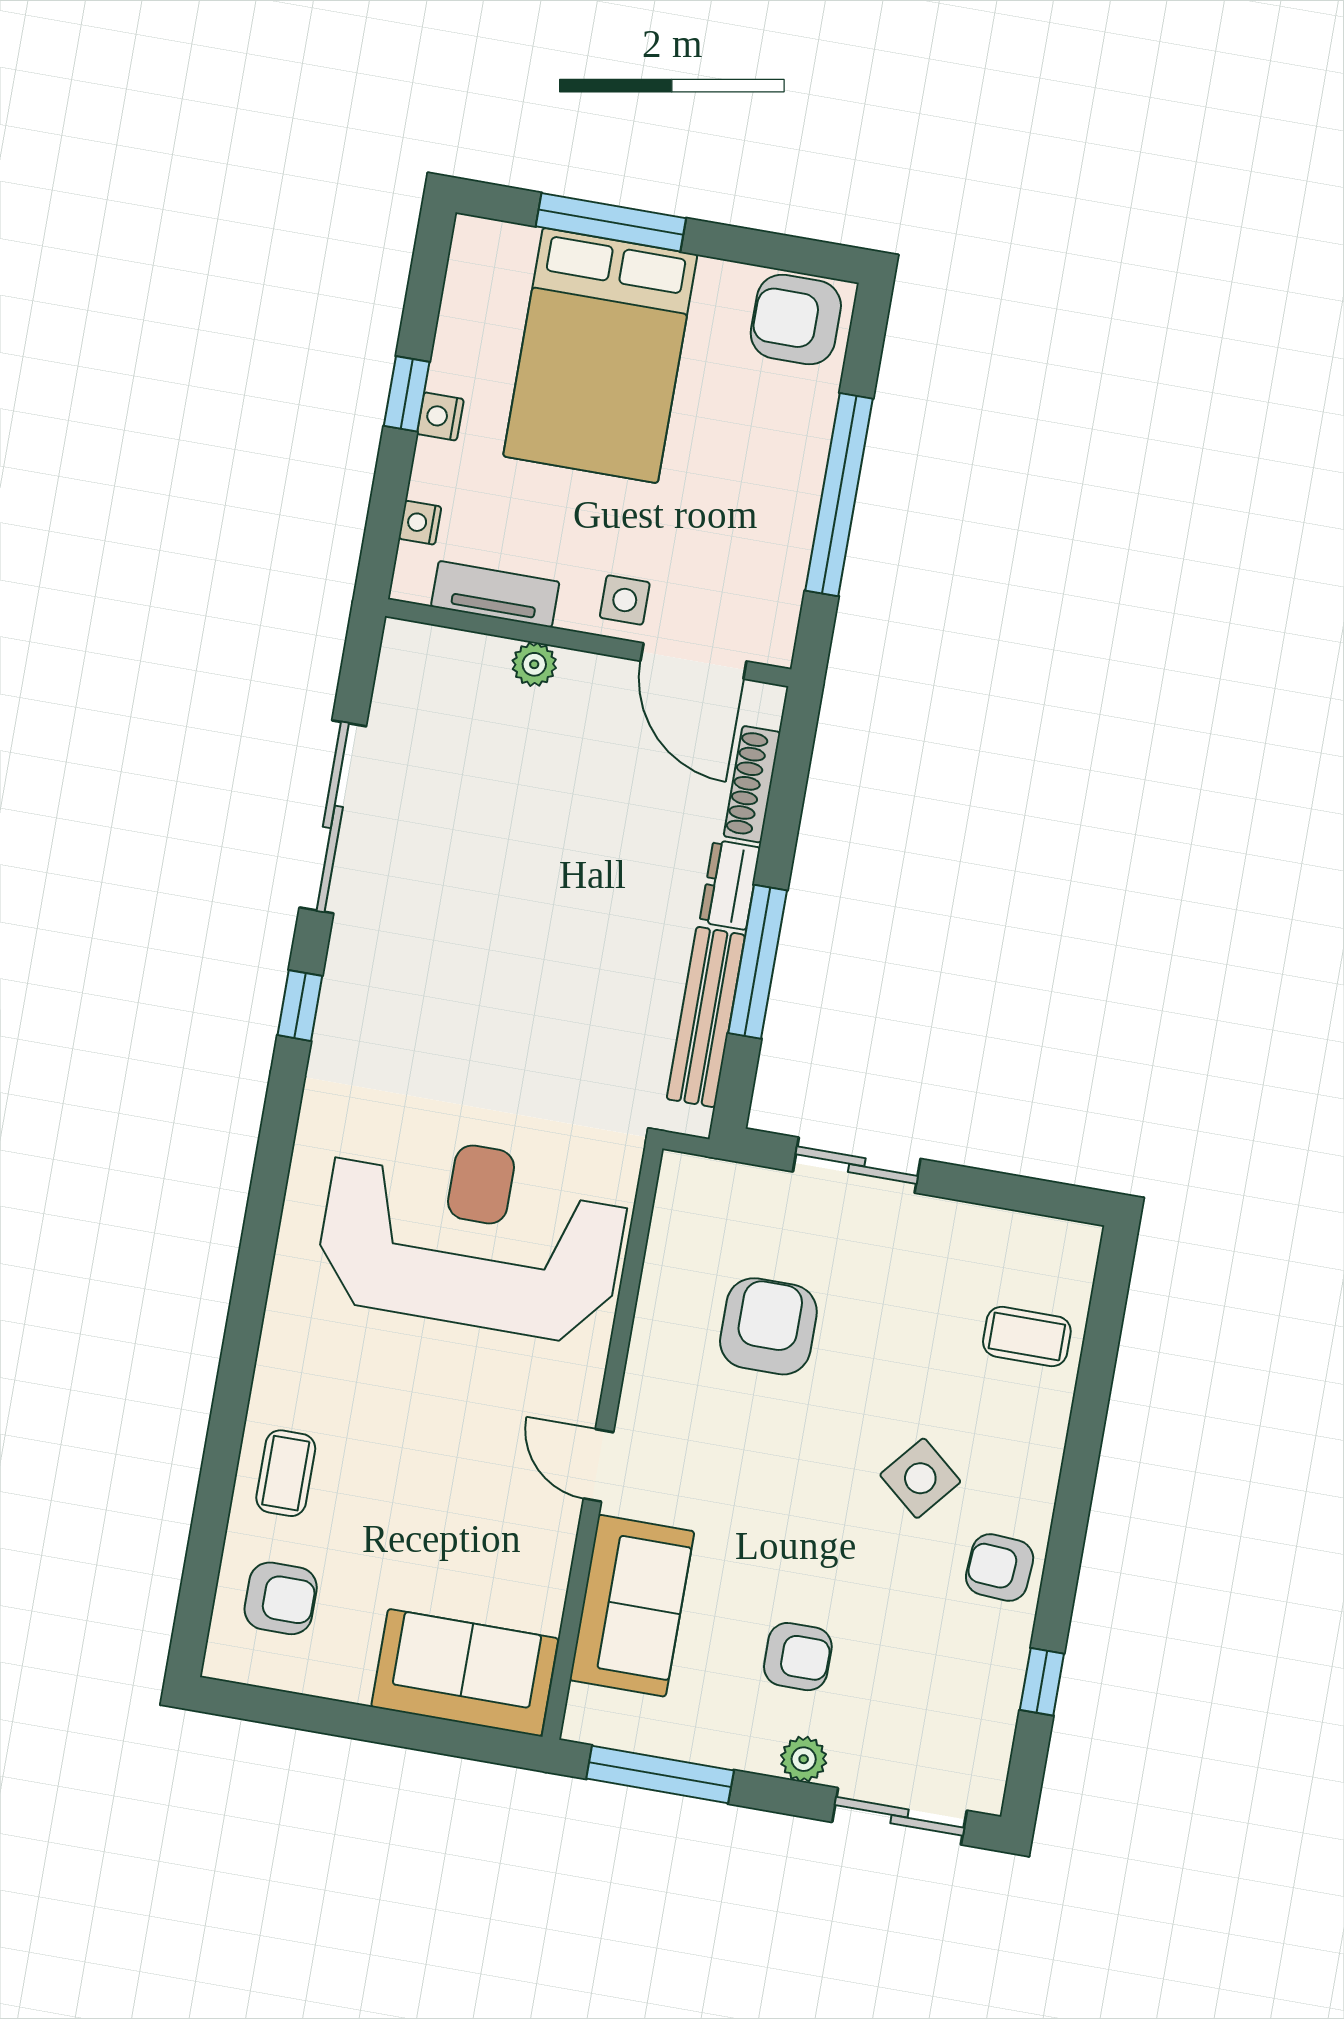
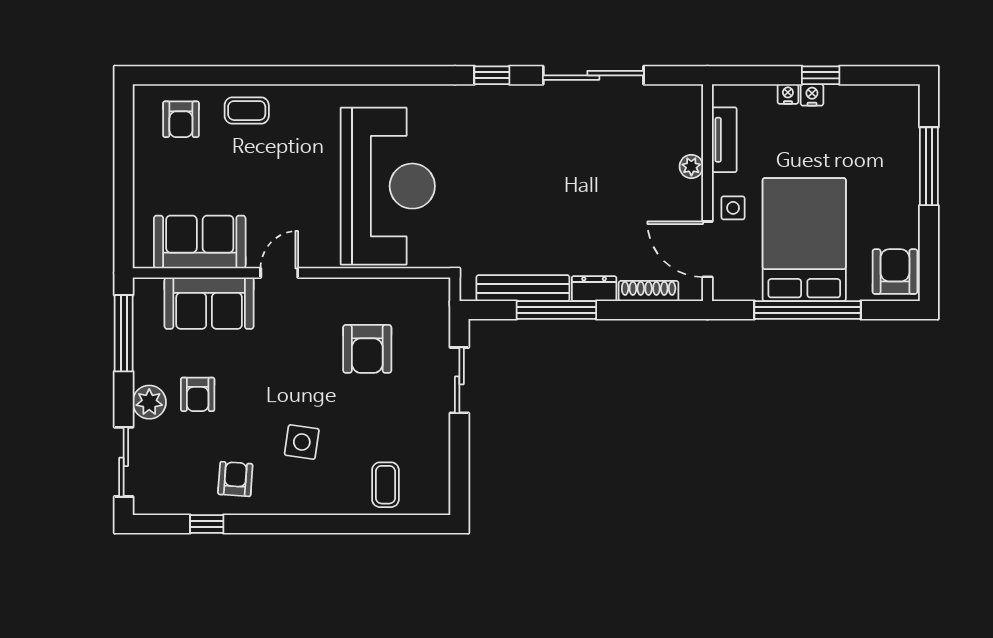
bed: (600, 355) -> (804, 240), moved, turned 90
nightstand: (420, 523) -> (788, 94), moved
door: (693, 661) -> (707, 249), hinge flipped
armchair: (768, 1326) -> (367, 349), turned 90
side table: (920, 1478) -> (302, 442), turned -32
armchair: (1000, 1567) -> (235, 479), moved
sofa: (465, 1673) -> (200, 242), moved, turned -90
plant: (804, 1759) -> (149, 402), width x1.38, depth x1.38

